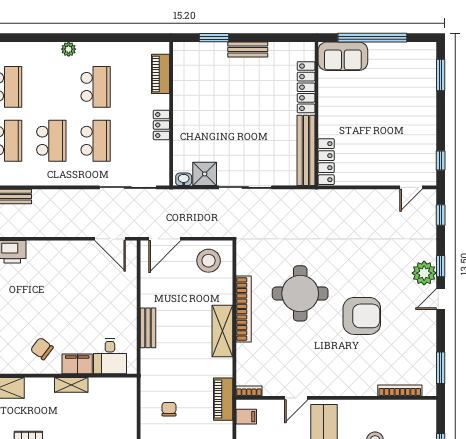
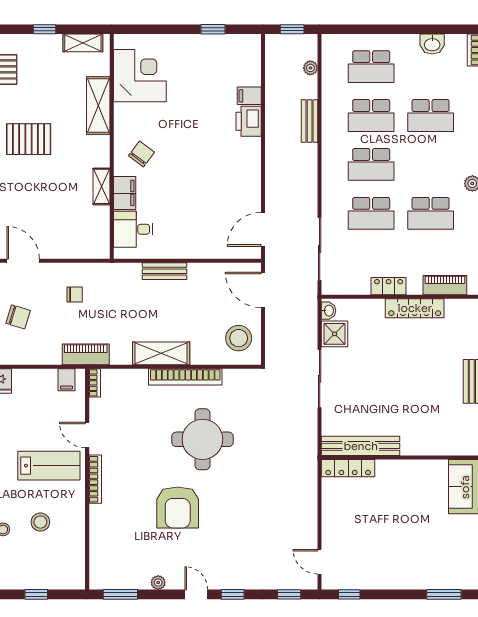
locker: (306, 87) -> (415, 308), moved, turned 180
plant: (424, 273) -> (158, 583), moved, width x0.53, depth x0.53
bookcase: (400, 391) -> (95, 479), moved

